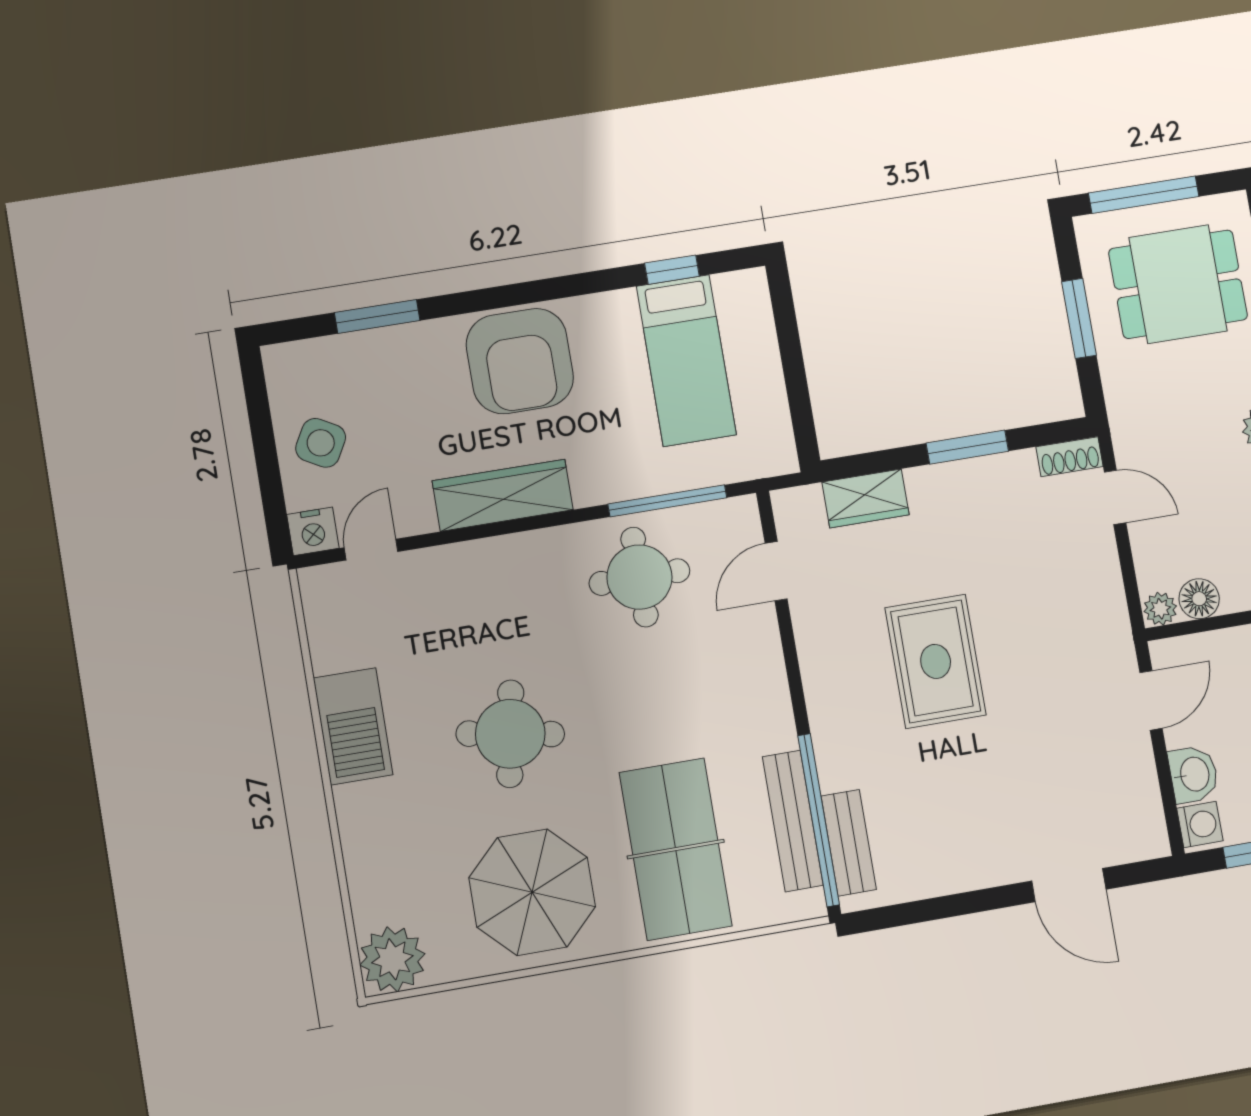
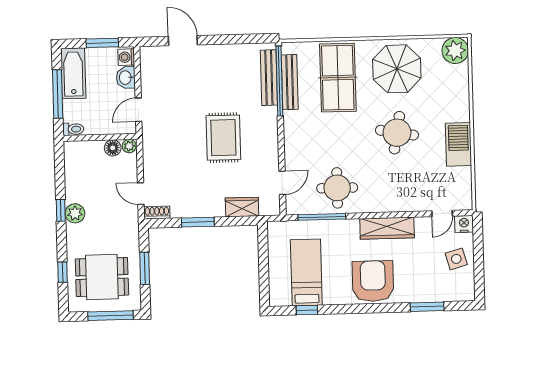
side table: (321, 443) -> (456, 259), turned 45
bench: (849, 843) -> (269, 78), width x1.36

